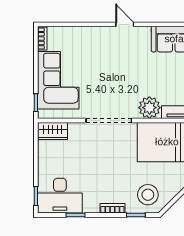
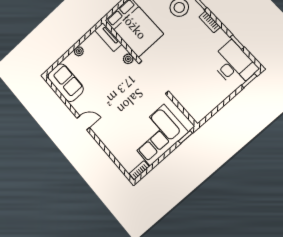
door: (125, 24) -> (83, 123), swing flipped
plant: (149, 108) -> (128, 59), width x0.53, depth x0.53
wardrobe: (53, 131) -> (194, 109), removed

